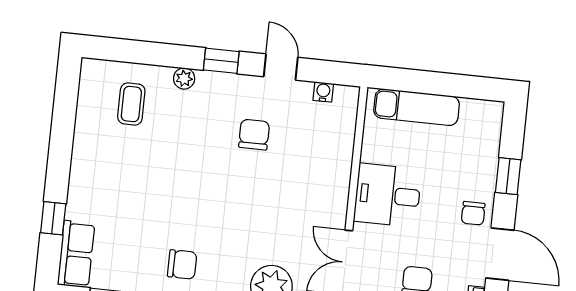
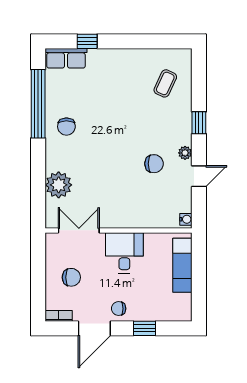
window: (221, 61) -> (199, 123), moved
plant: (184, 78) -> (185, 153), moved
water cooler: (323, 92) -> (186, 219), moved
coffee table: (131, 104) -> (165, 83), turned -65

